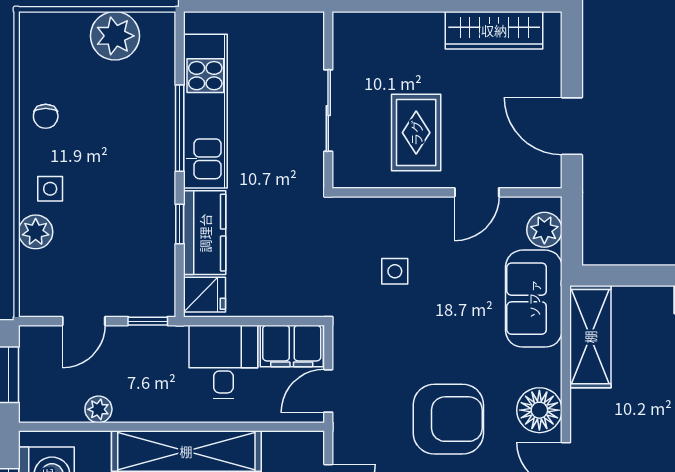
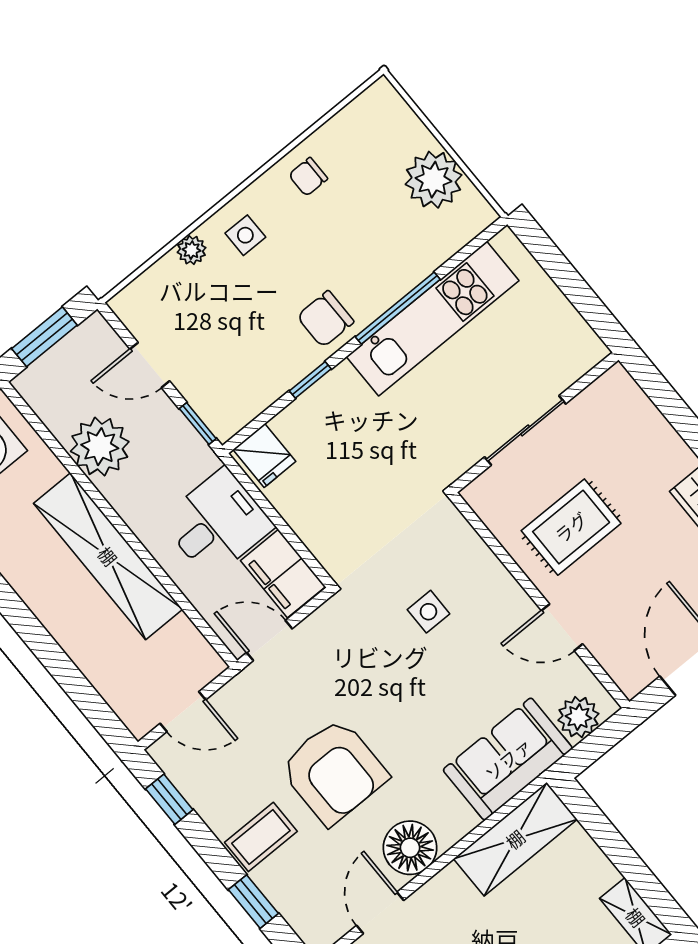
chair: (148, 181) -> (325, 319), added
plant: (36, 232) -> (192, 250), width x0.73, depth x0.73
kitchen counter: (205, 233) -> (321, 409), removed
plant: (98, 409) -> (100, 447), width x1.87, depth x1.87

